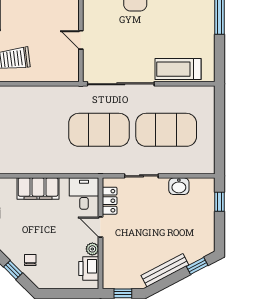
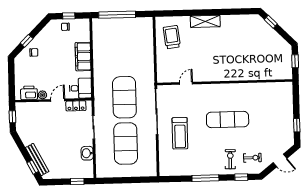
treadmill: (178, 69) -> (180, 133), moved, turned 180
bench: (165, 270) -> (37, 159), moved

